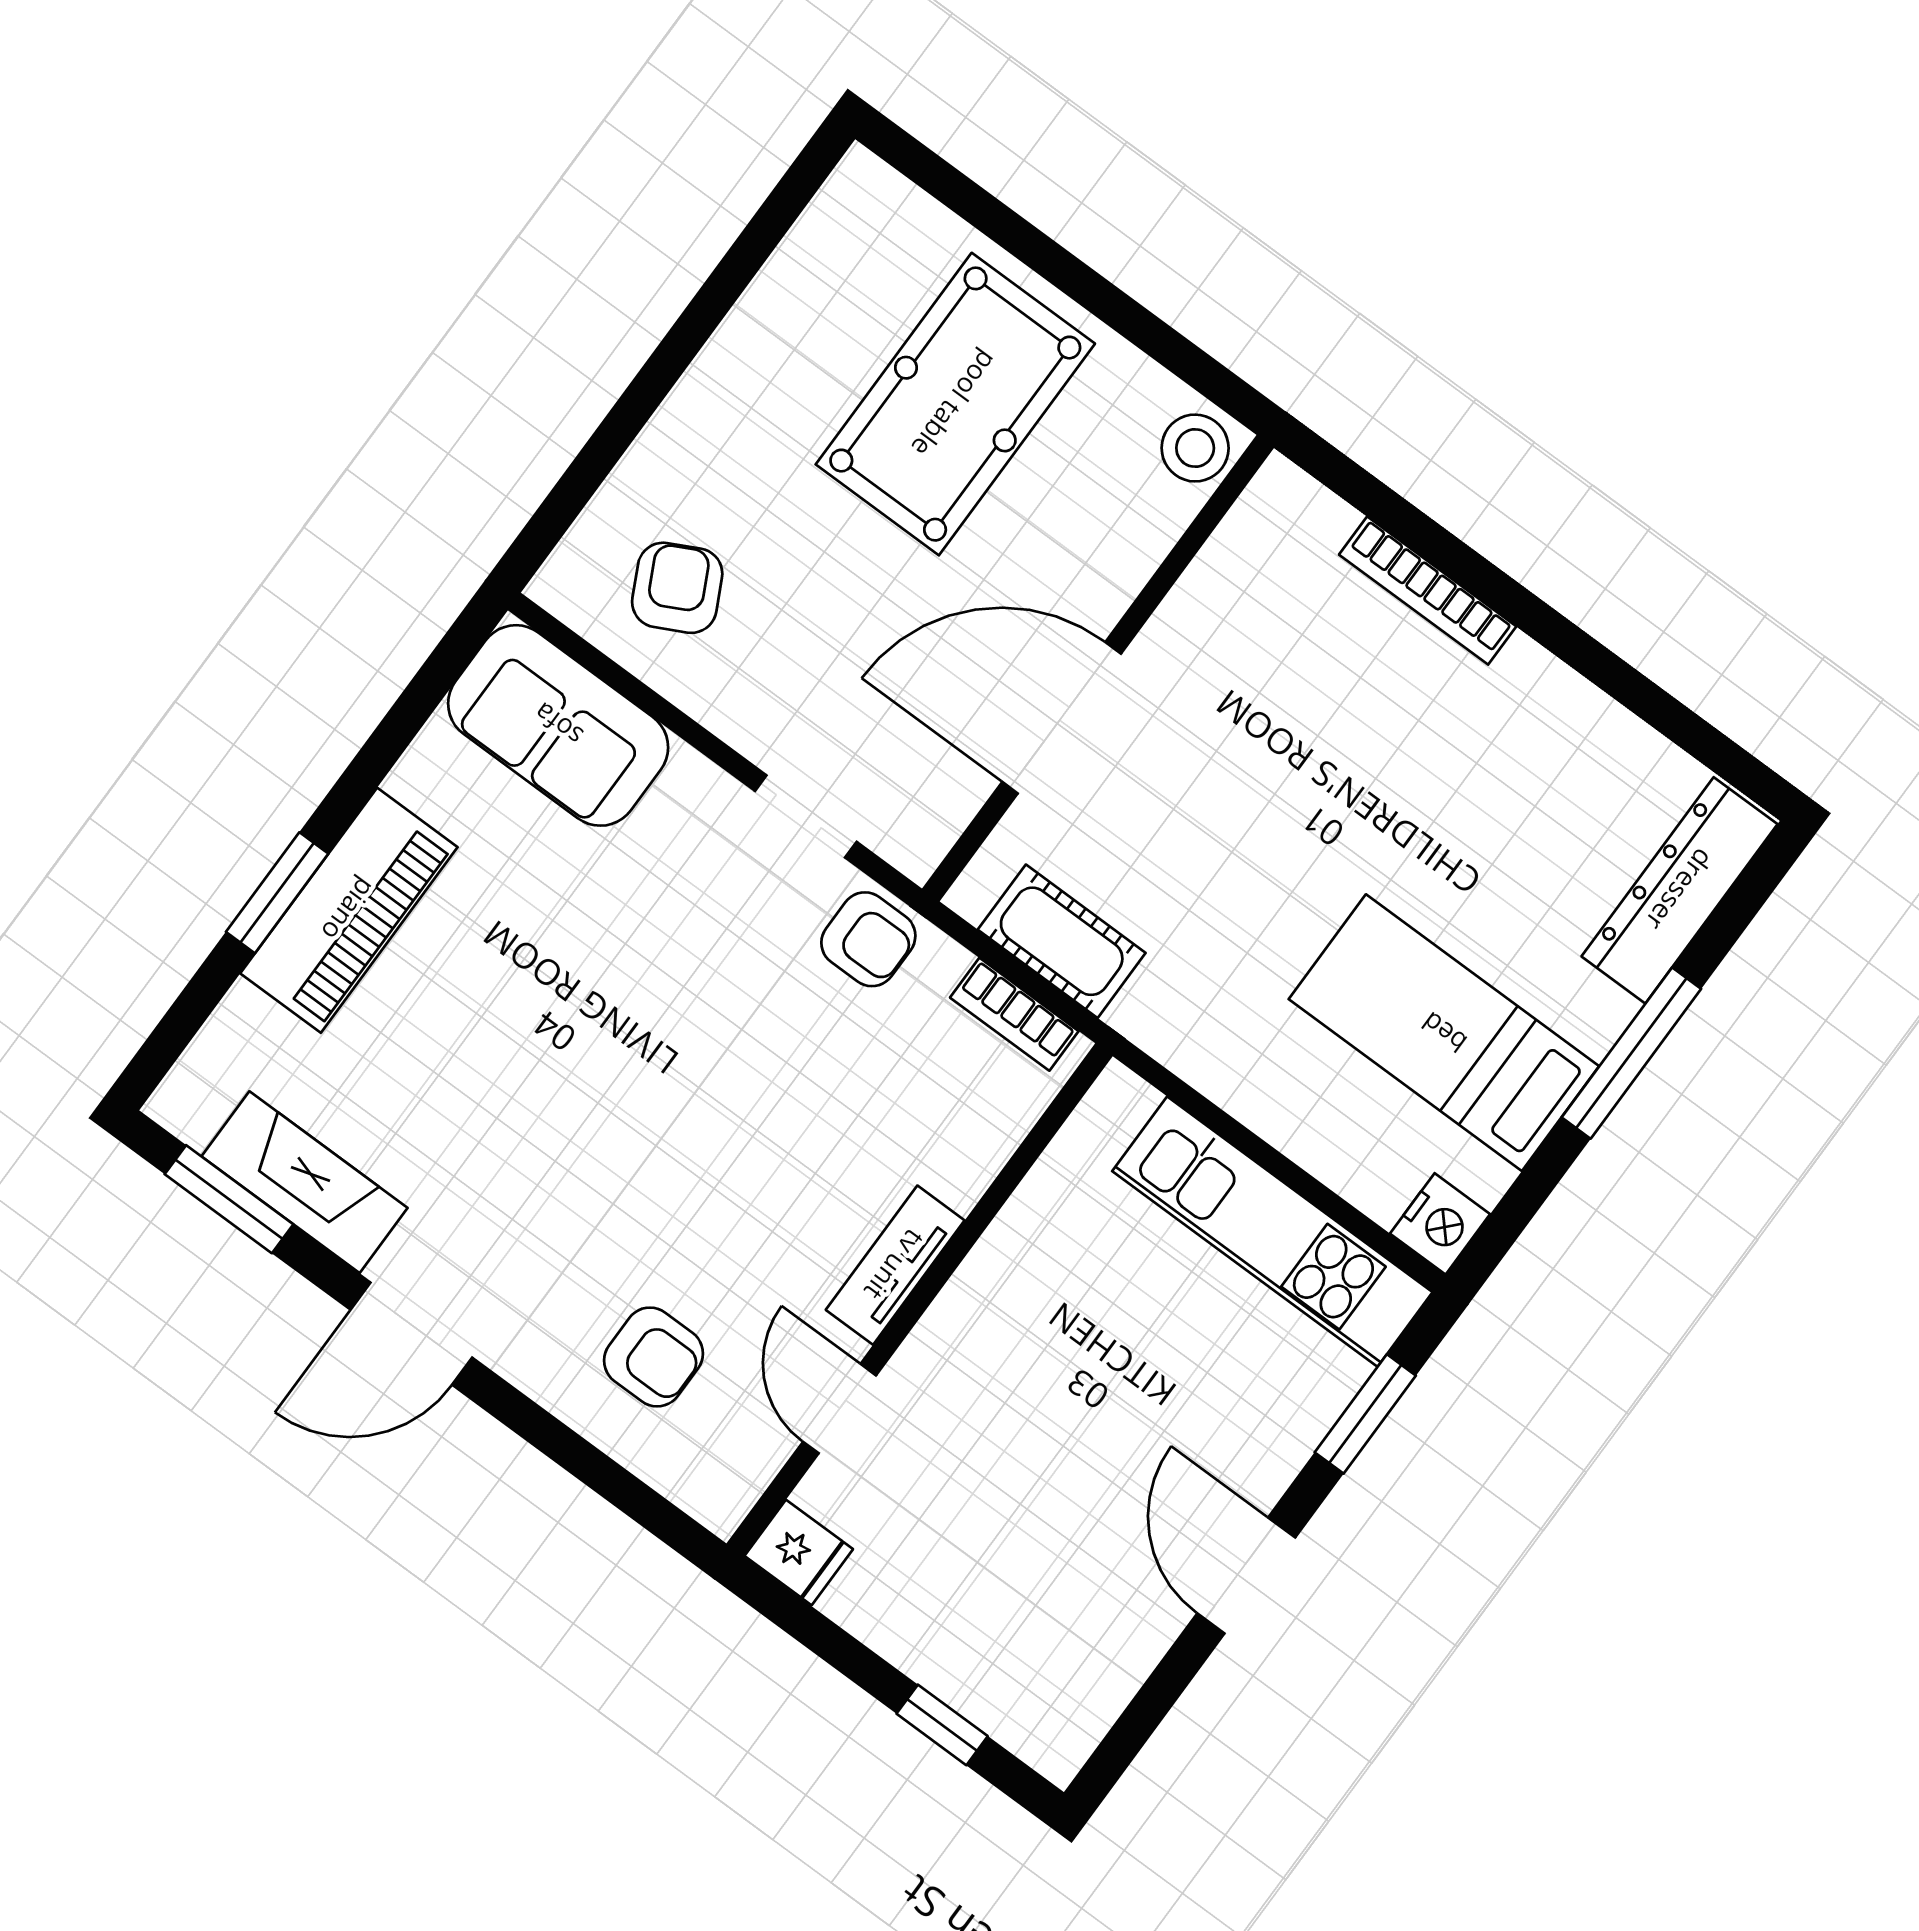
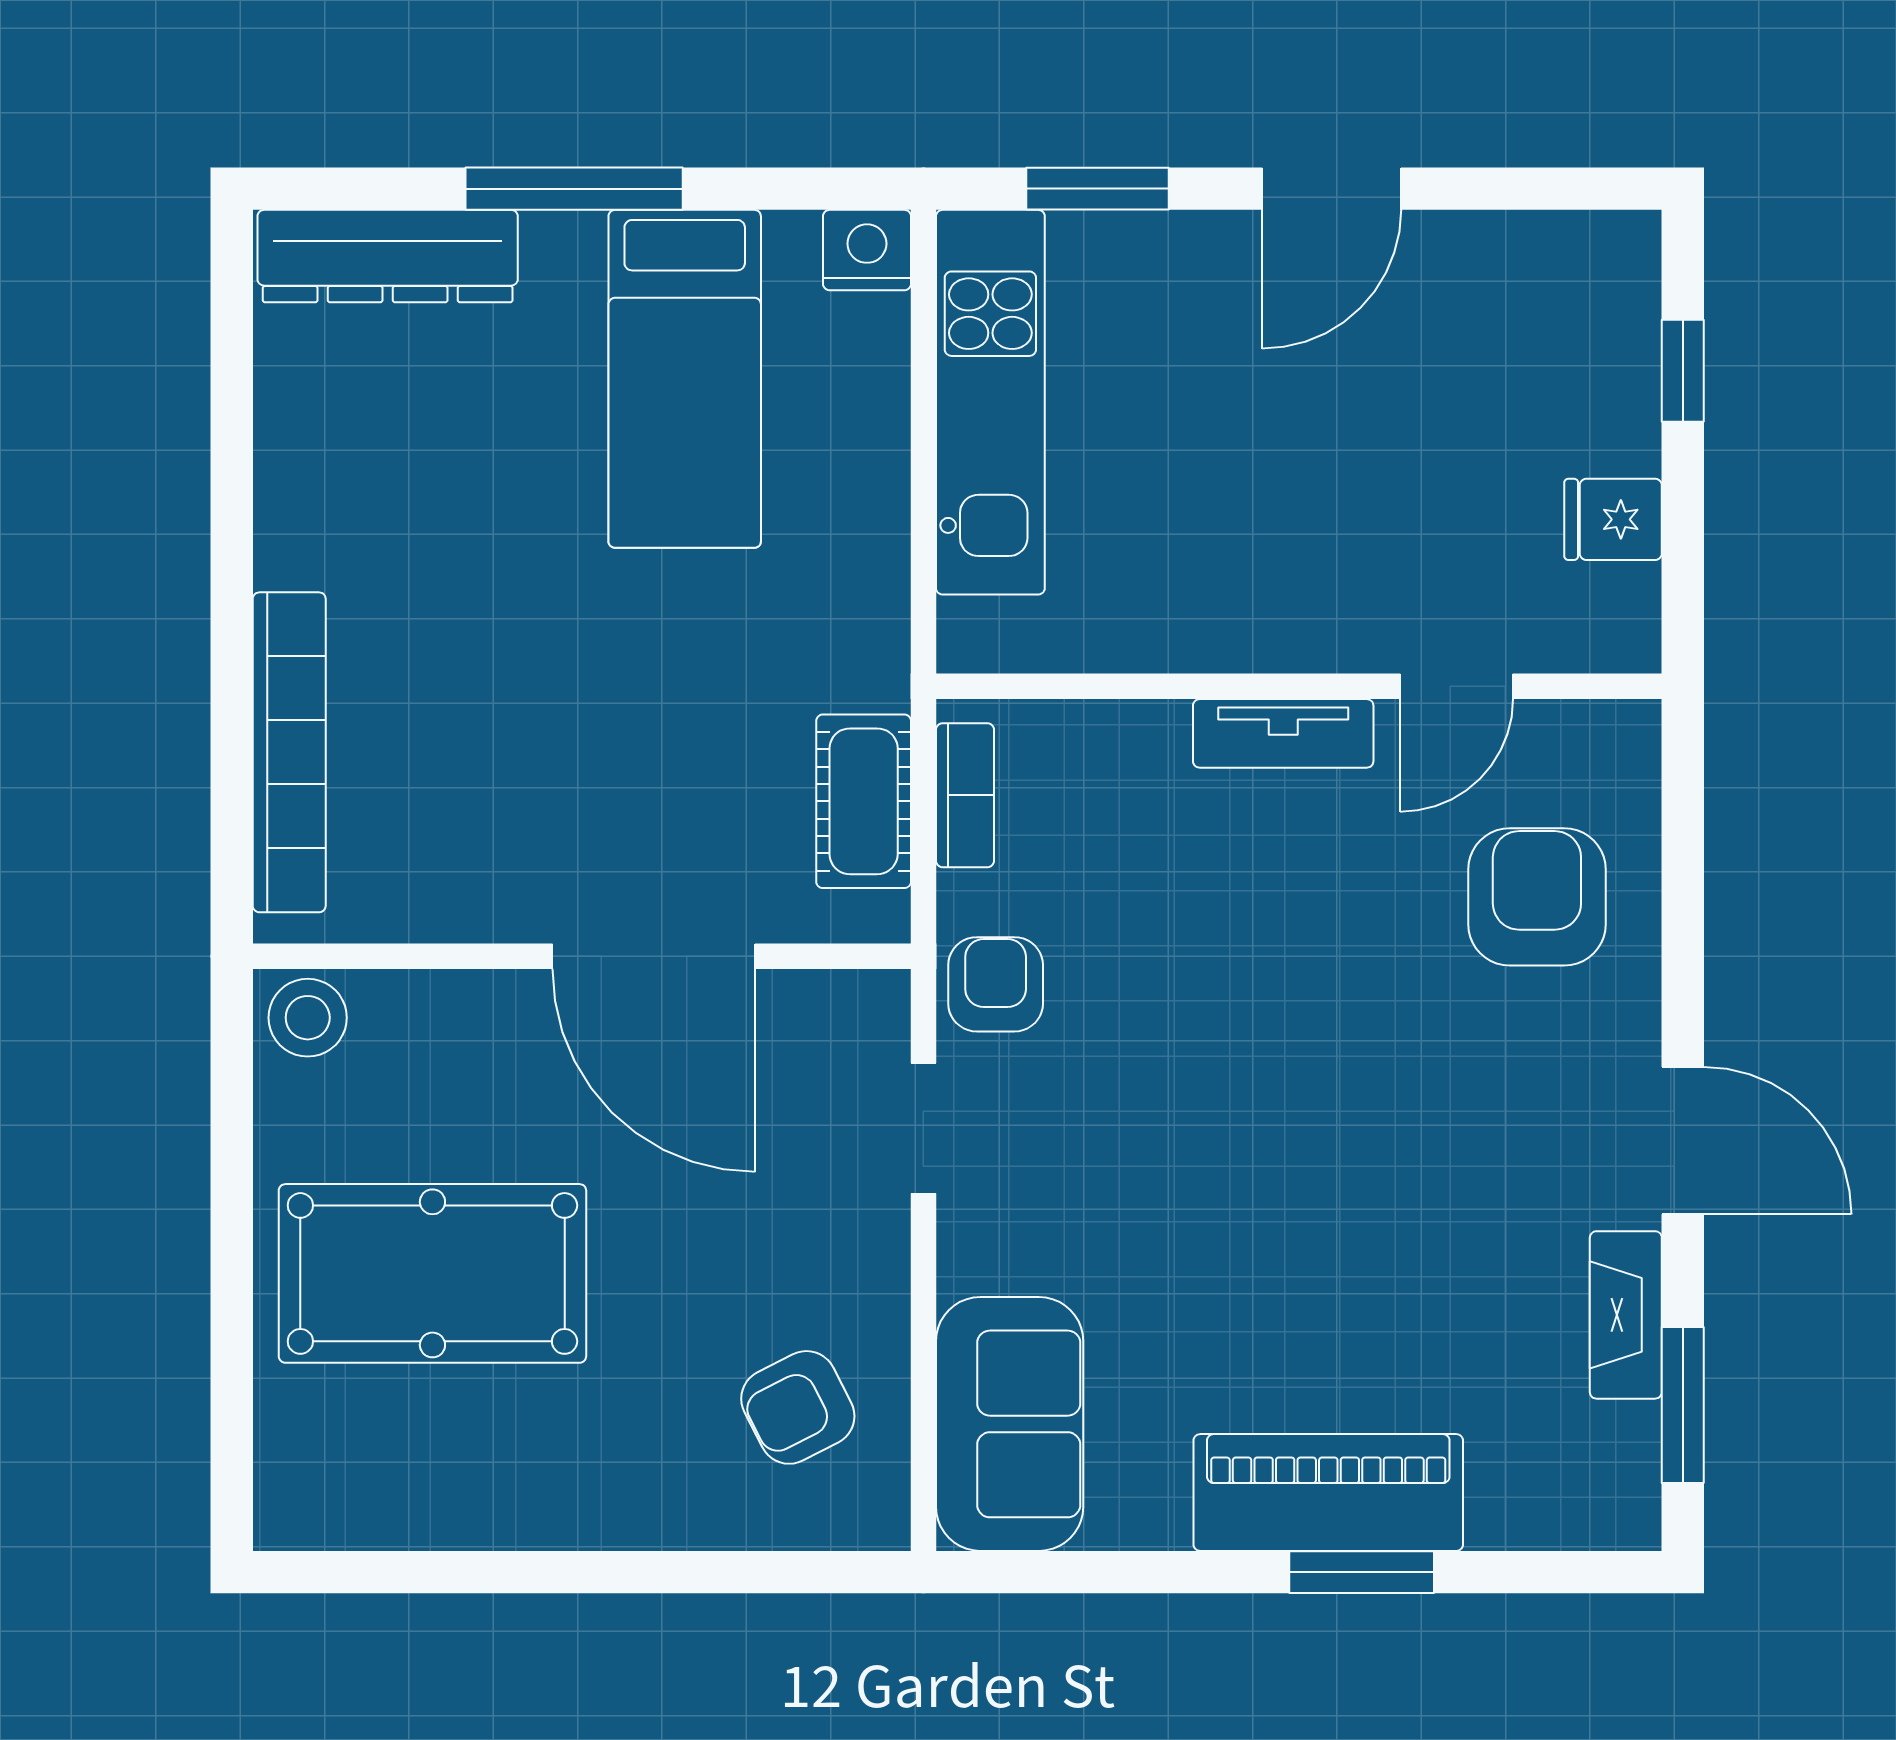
bookcase: (1428, 591) -> (289, 752), width x1.48, depth x1.31
fireplace: (305, 1182) -> (1626, 1315), width x0.73, depth x0.76
armchair: (654, 1357) -> (1537, 897), width x1.38, depth x1.38
fridge: (799, 1552) -> (1613, 519), moved, turned -90

